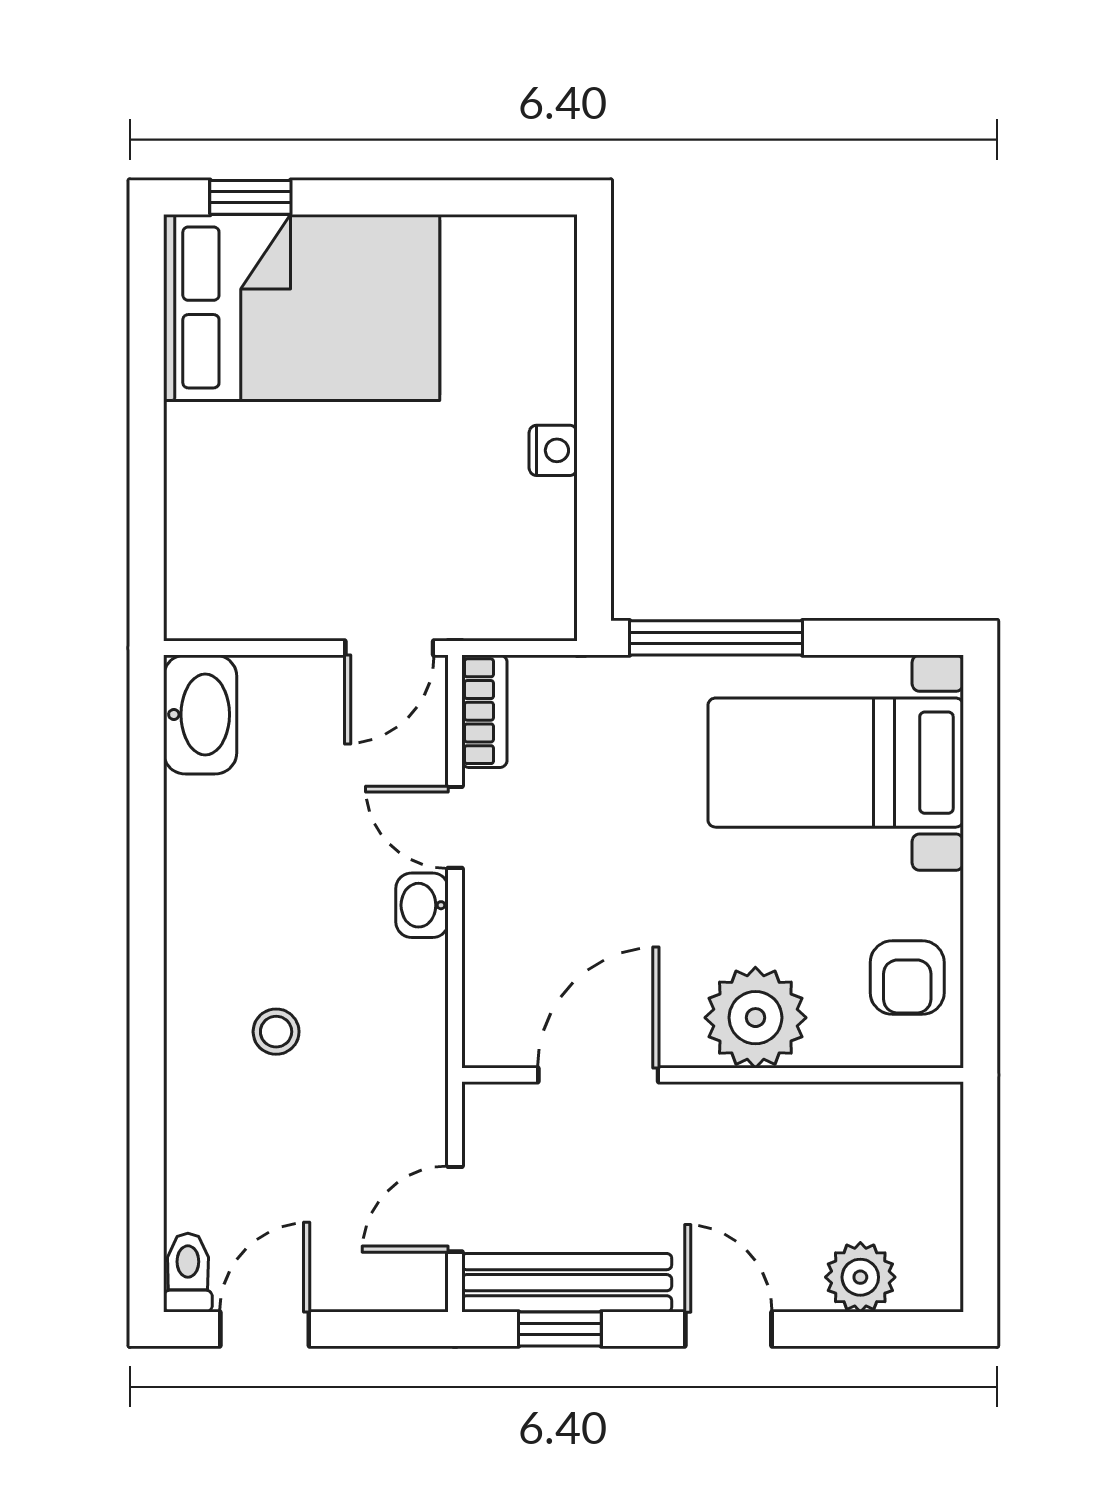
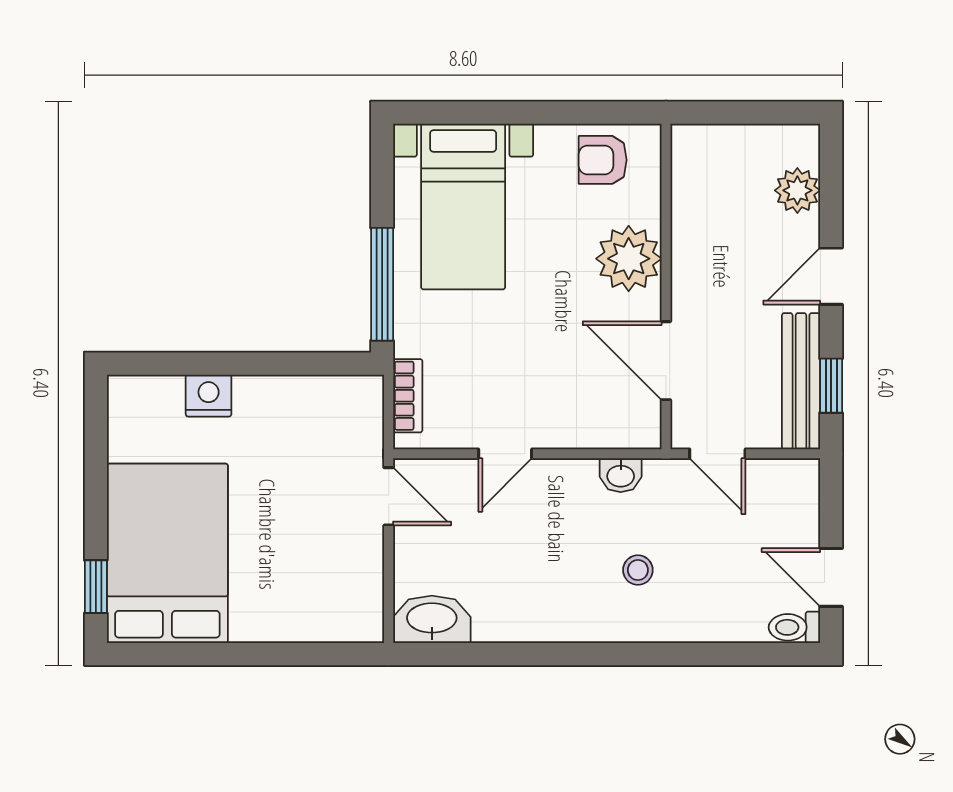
nightstand: (553, 450) -> (209, 396), moved, width x1.39, depth x1.35
bookcase: (484, 711) -> (408, 396), moved, turned 90
washbasin: (422, 905) -> (621, 475), moved
armchair: (907, 978) -> (603, 160), turned 180
door: (455, 1209) -> (717, 454), moved

